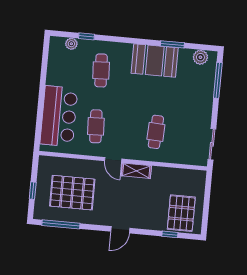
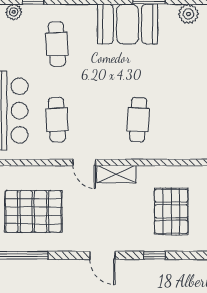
pallet: (181, 213) -> (171, 211), moved
door: (120, 230) -> (102, 255), hinge flipped
window: (170, 234) -> (154, 255), moved

